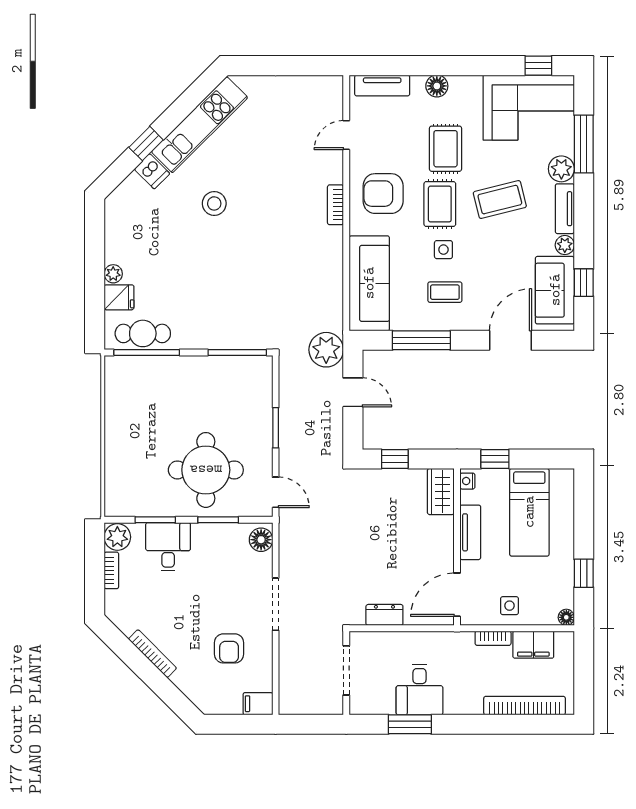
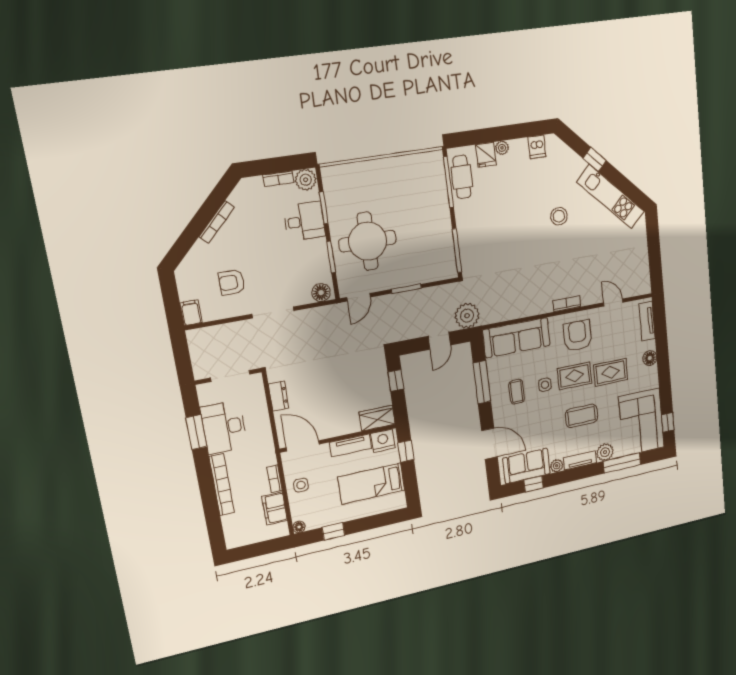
dishwasher: (152, 171) -> (537, 147), moved, turned -45
coffee table: (500, 200) -> (582, 416), turned -76
nightstand: (467, 481) -> (383, 441), width x1.89, depth x1.79
desk: (419, 690) -> (224, 427), width x1.37
bookcase: (525, 706) -> (222, 485), moved

